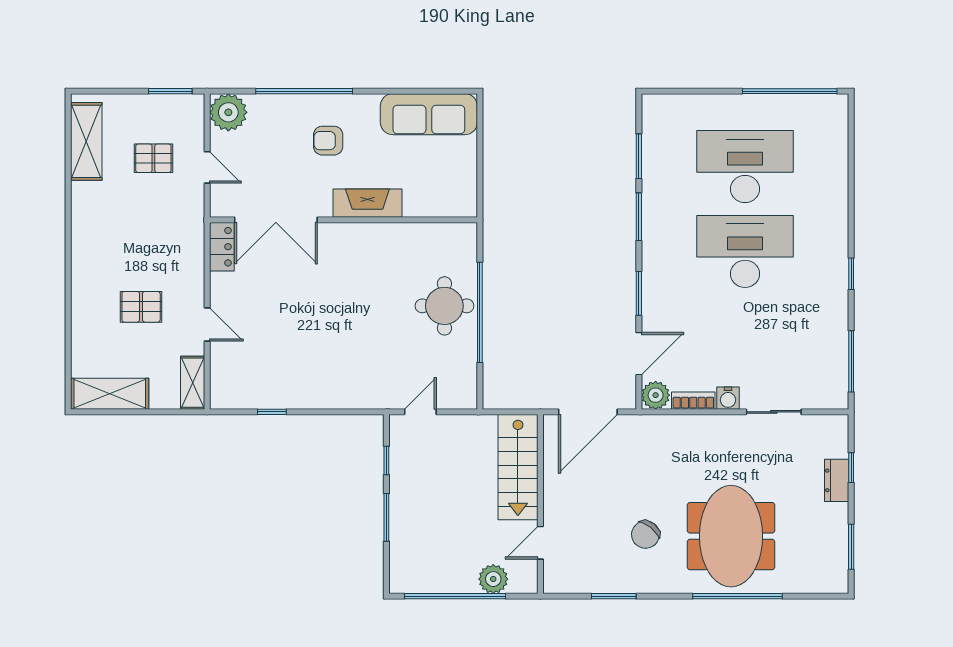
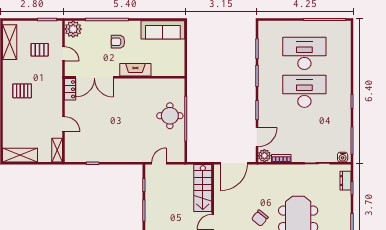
pallet: (141, 307) -> (22, 91), moved
water cooler: (728, 398) -> (343, 157), moved
dresser: (837, 480) -> (345, 181), moved

